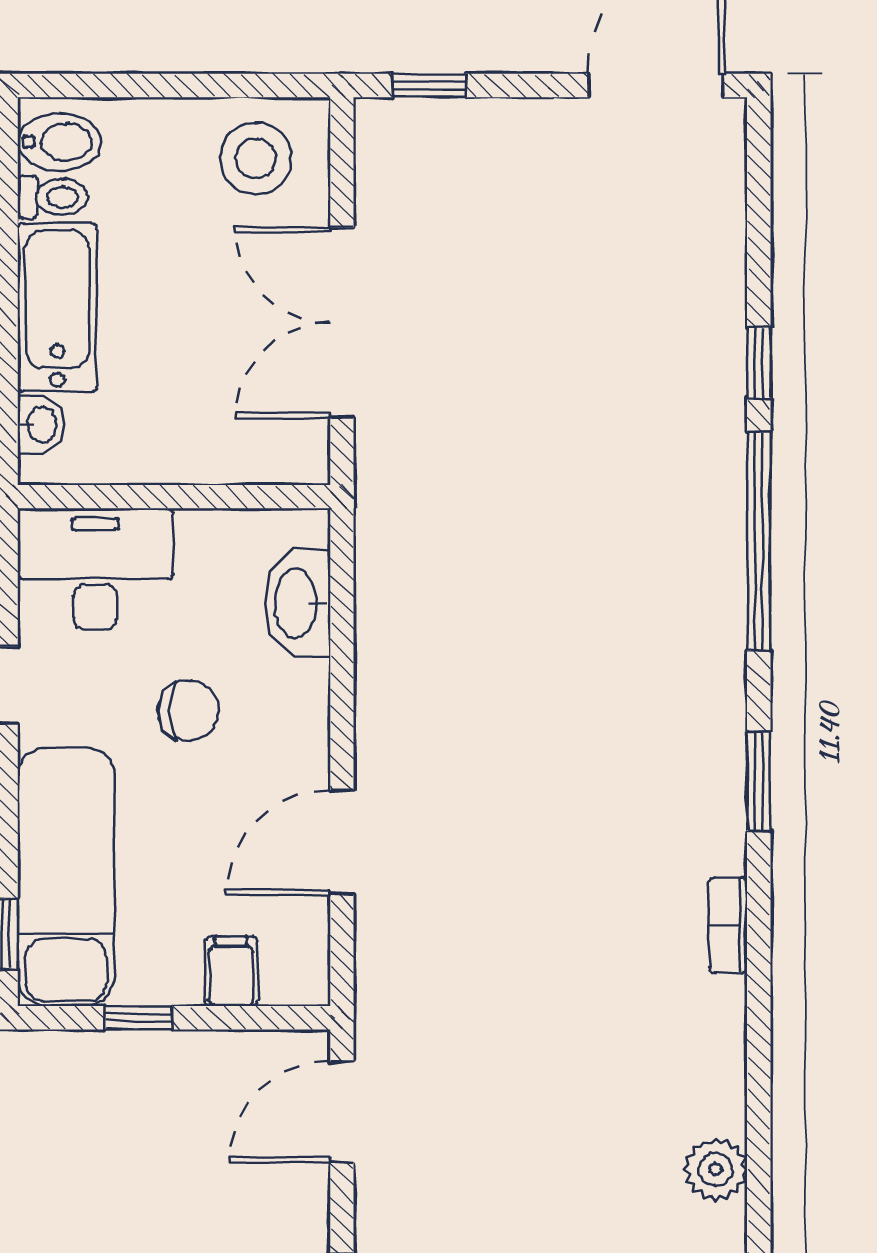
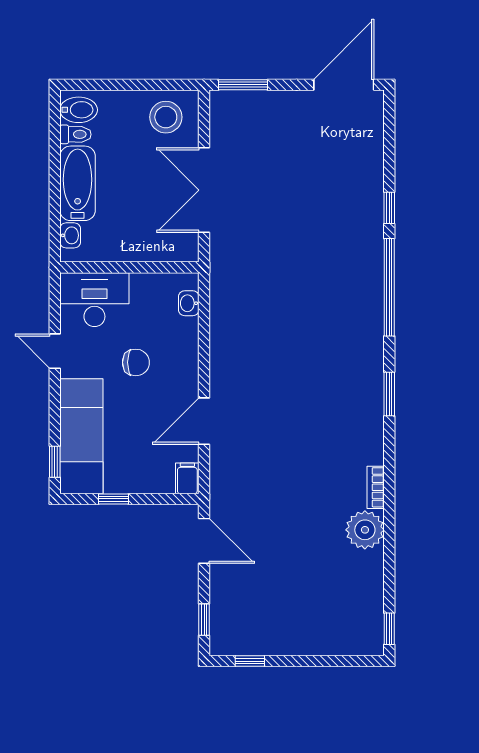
window: (430, 85) -> (243, 85), width x1.50
washbasin: (297, 603) -> (189, 303), width x0.52, depth x0.69
bookcase: (728, 925) -> (376, 487), moved
filing cabinet: (231, 971) -> (187, 478), moved
door: (342, 1112) -> (204, 541), swing flipped
plant: (716, 1169) -> (365, 530), moved, width x1.36, depth x1.36

